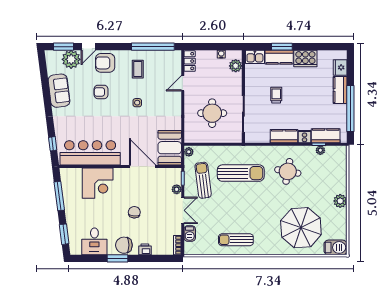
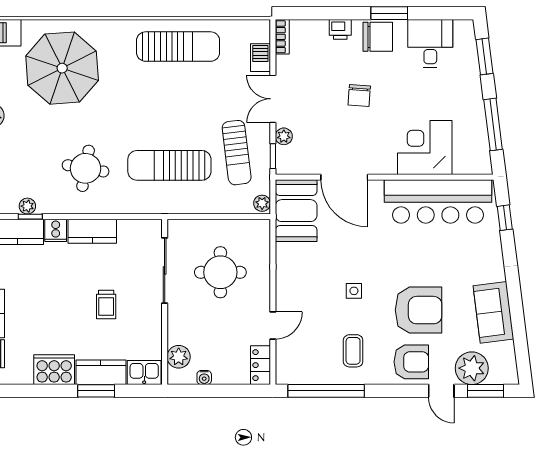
door: (88, 47) -> (441, 391), swing flipped
armchair: (101, 92) -> (419, 310), width x1.88, depth x1.88
sun lounger: (236, 240) -> (178, 47), width x1.36, depth x1.34

